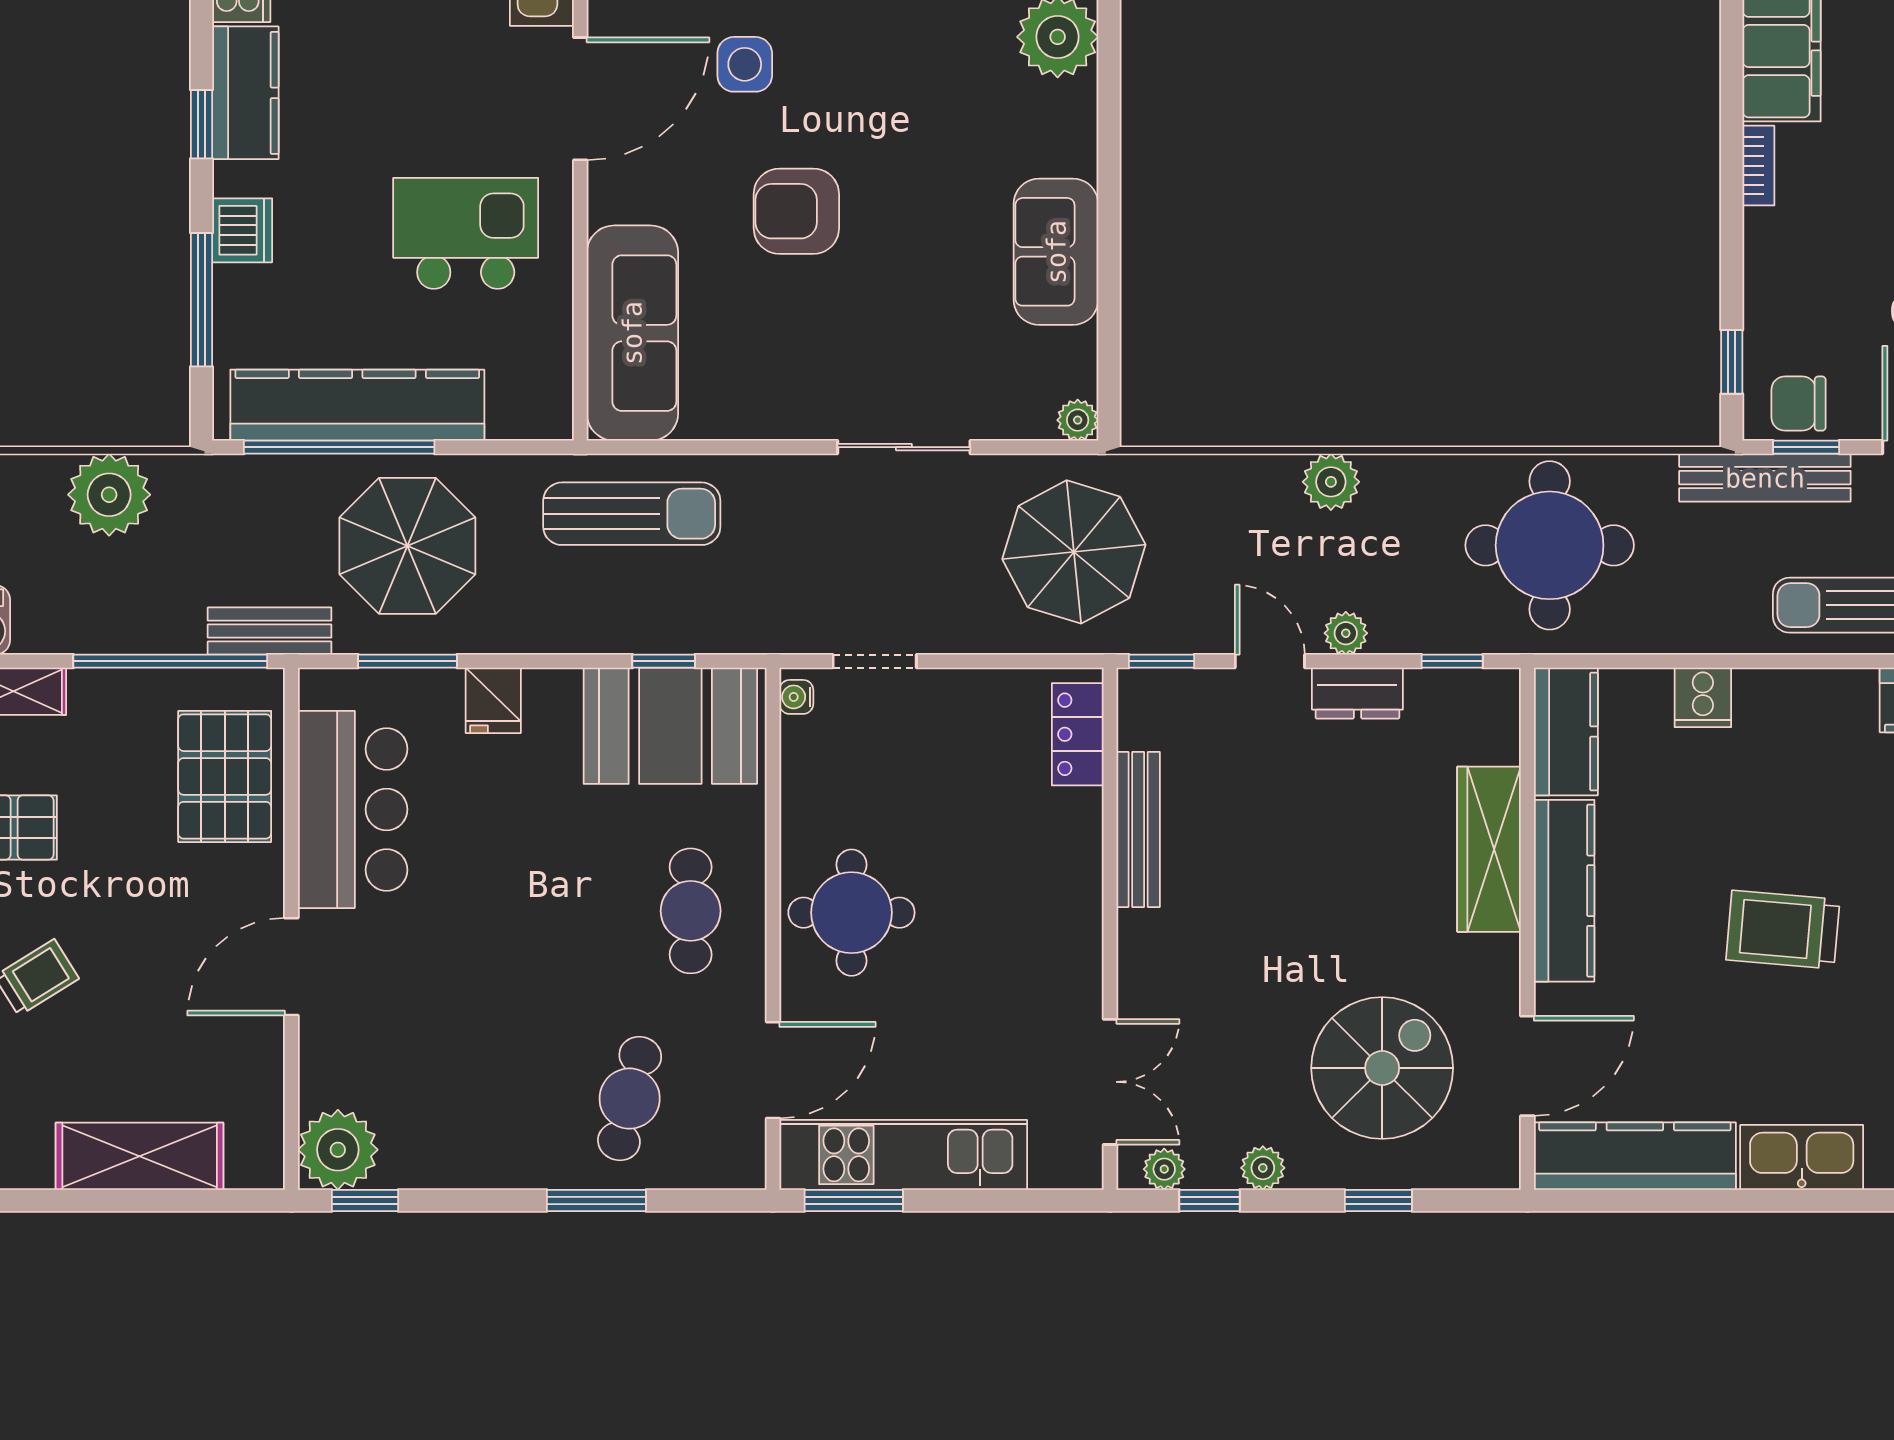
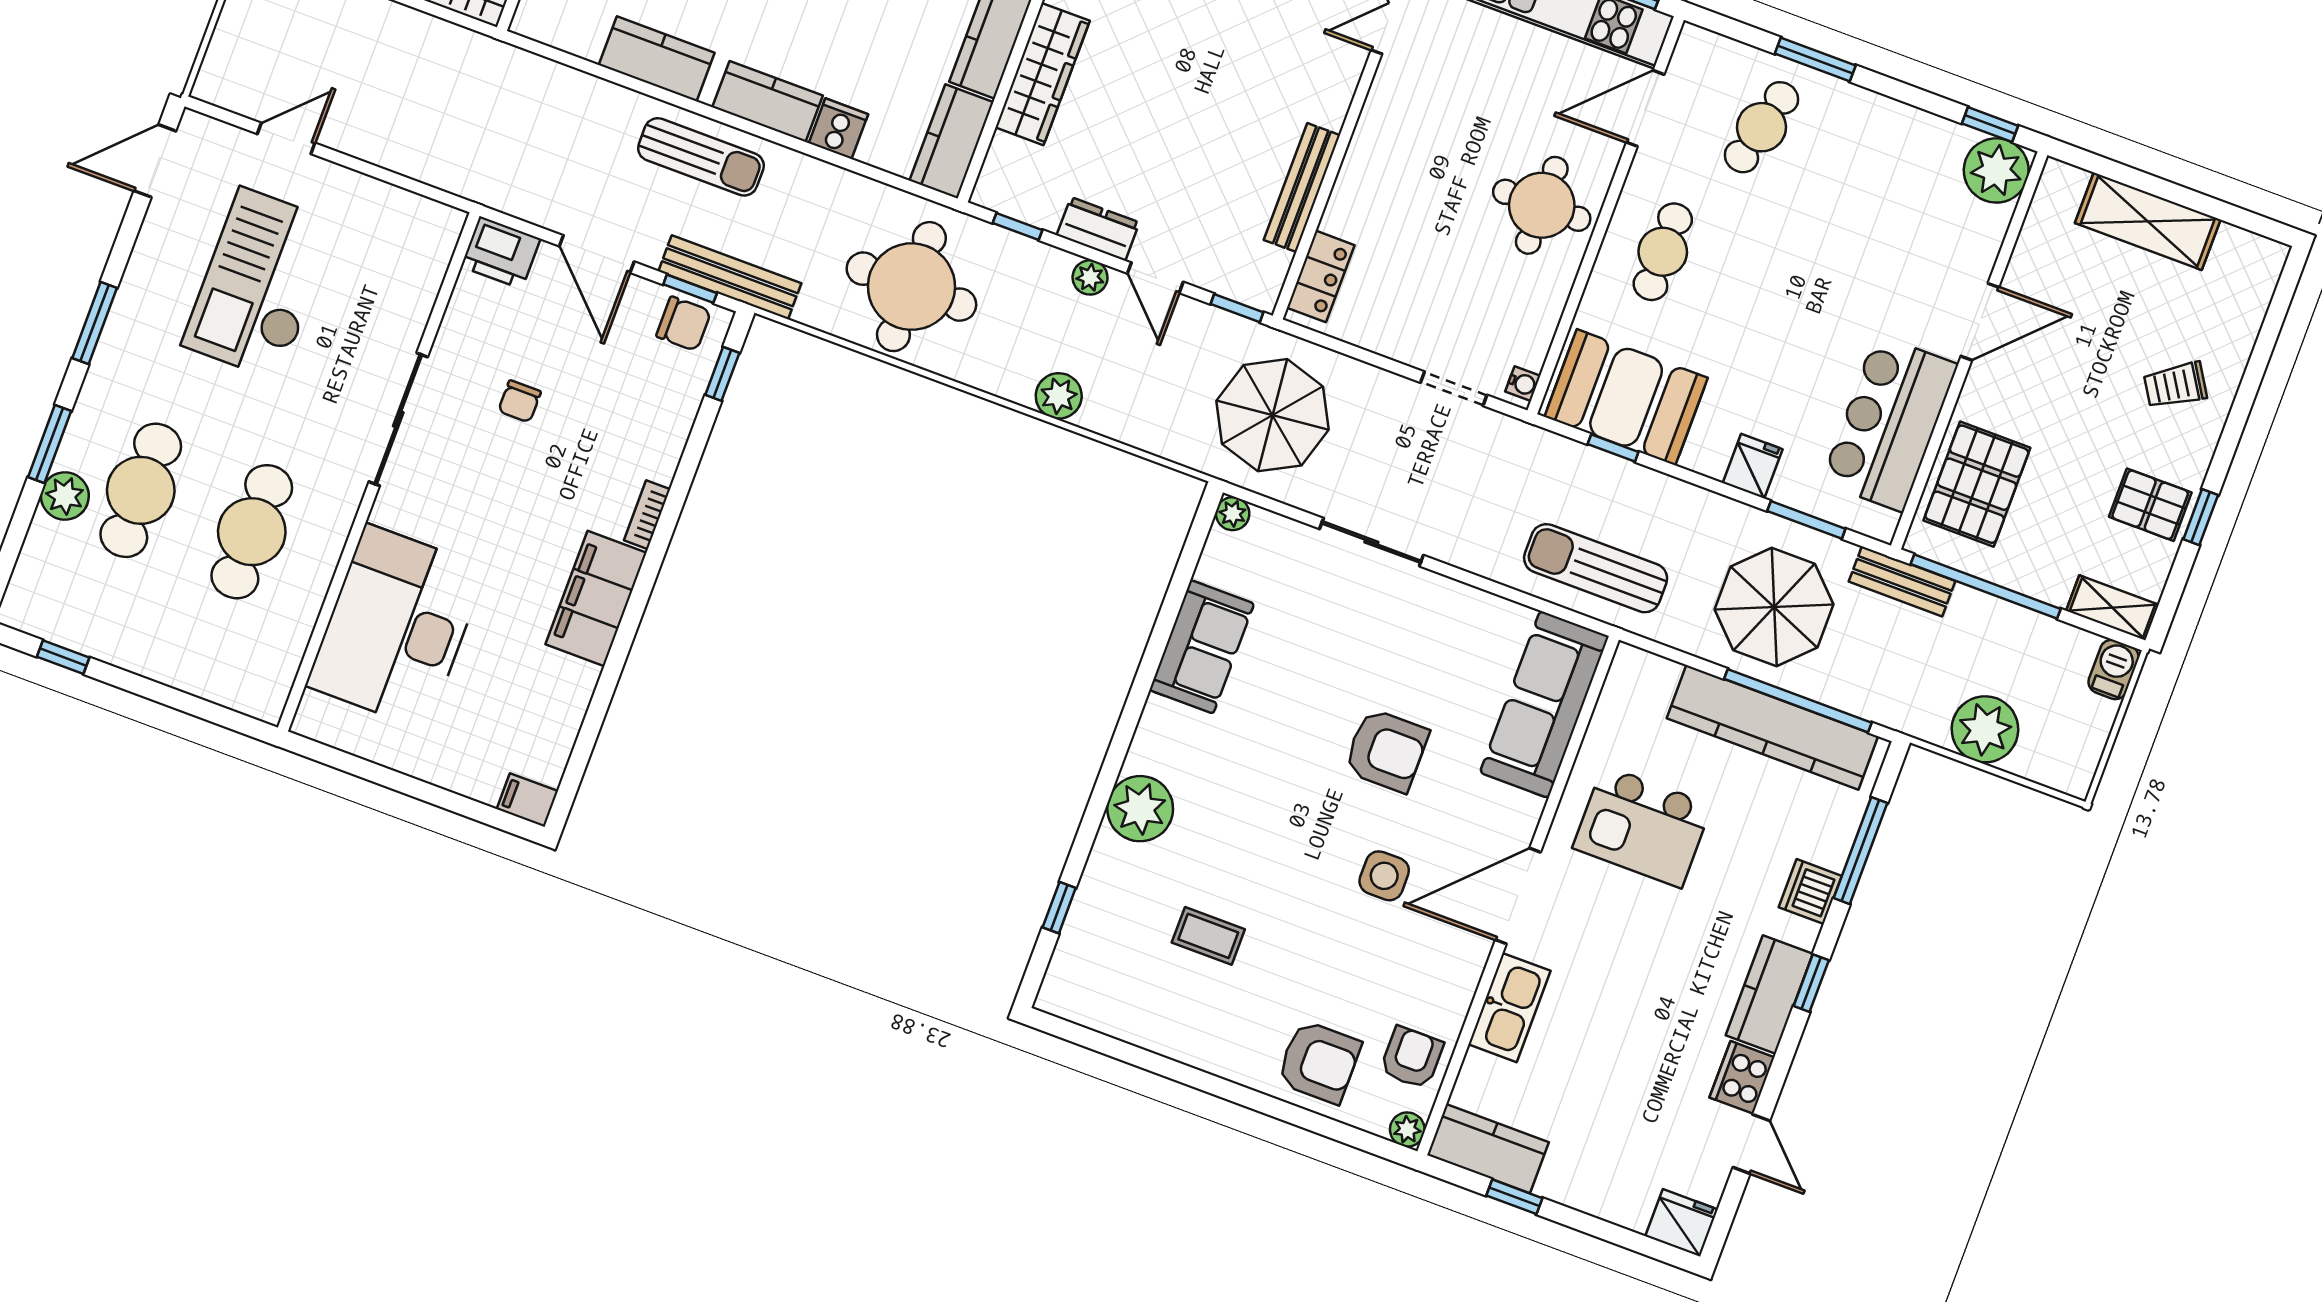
kitchen counter: (1797, 698) -> (767, 101), added

